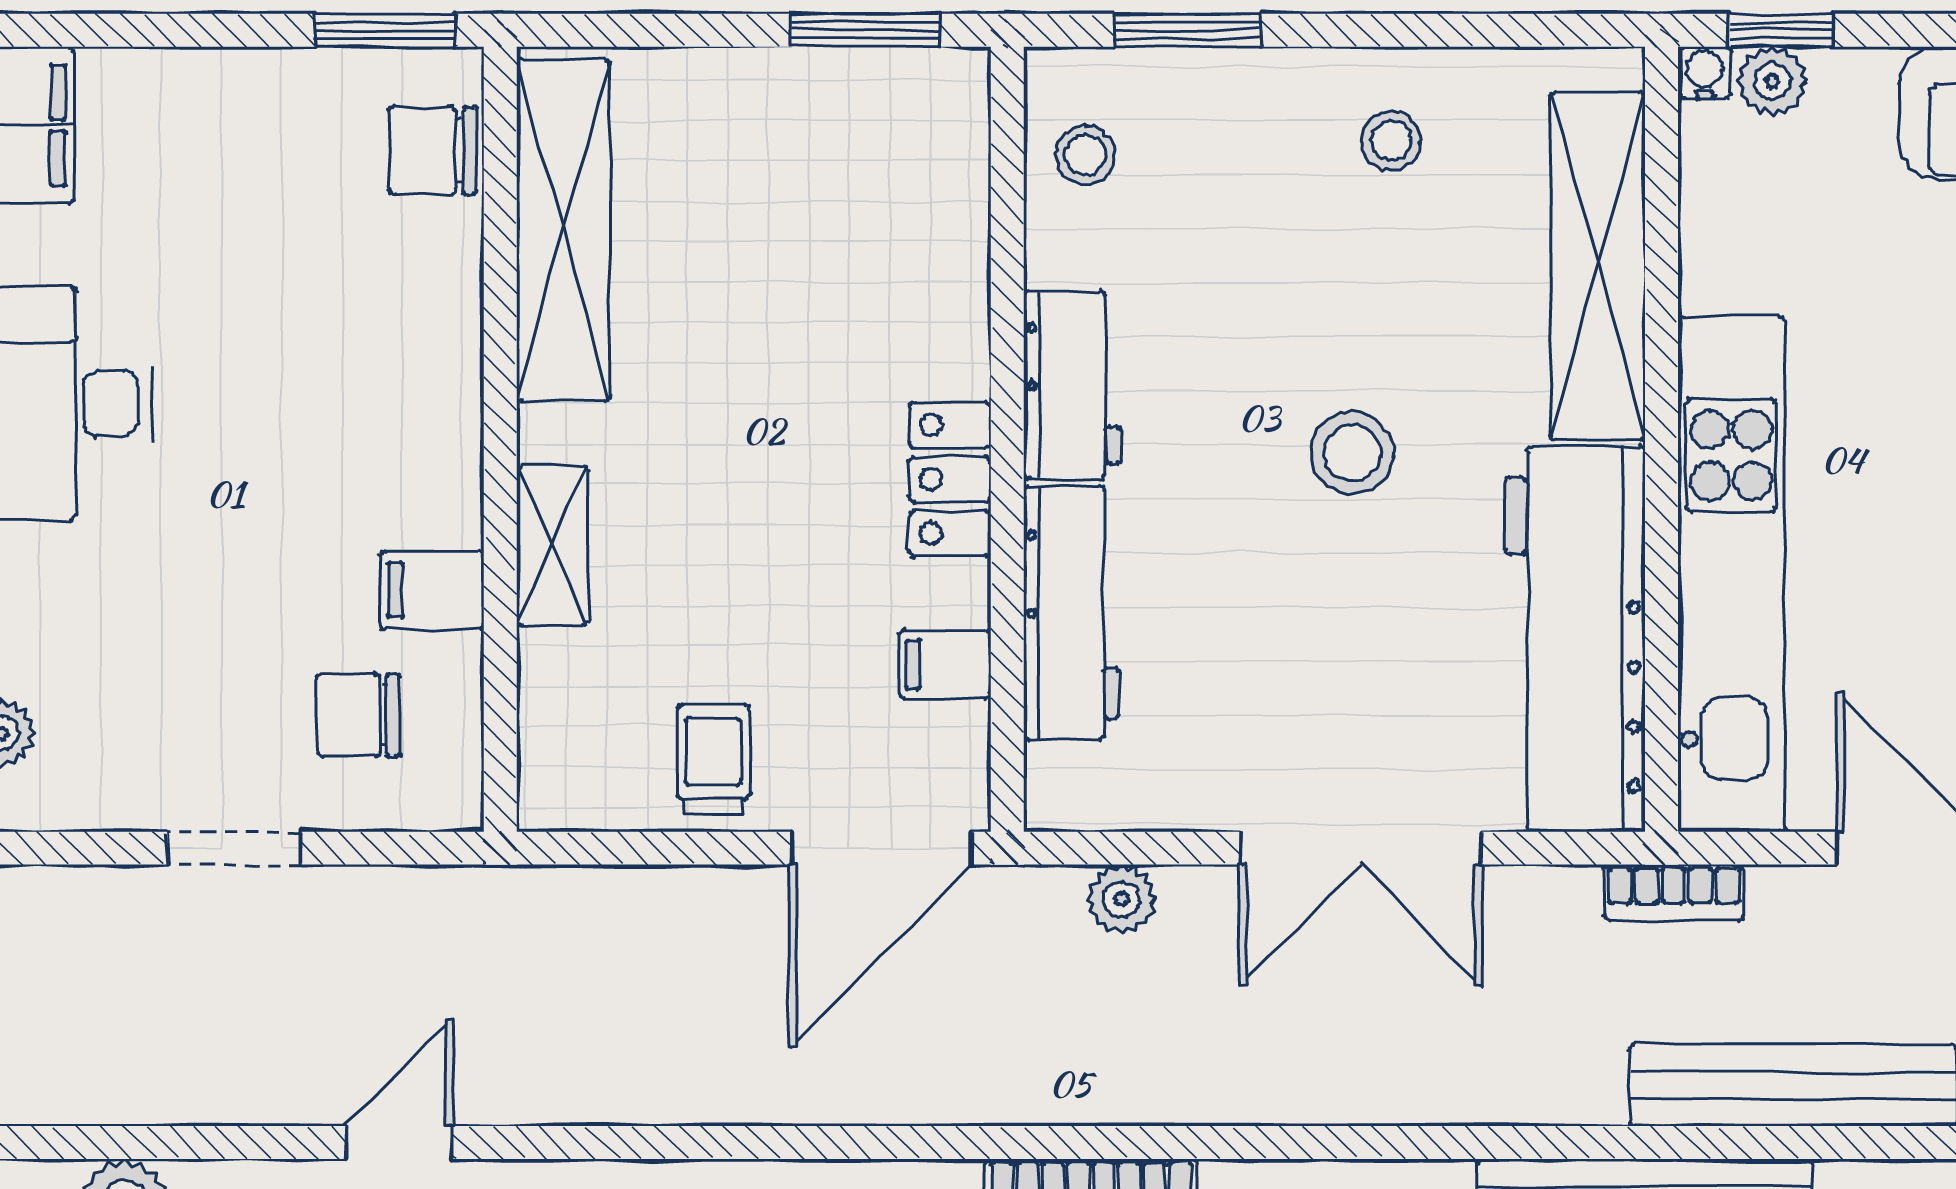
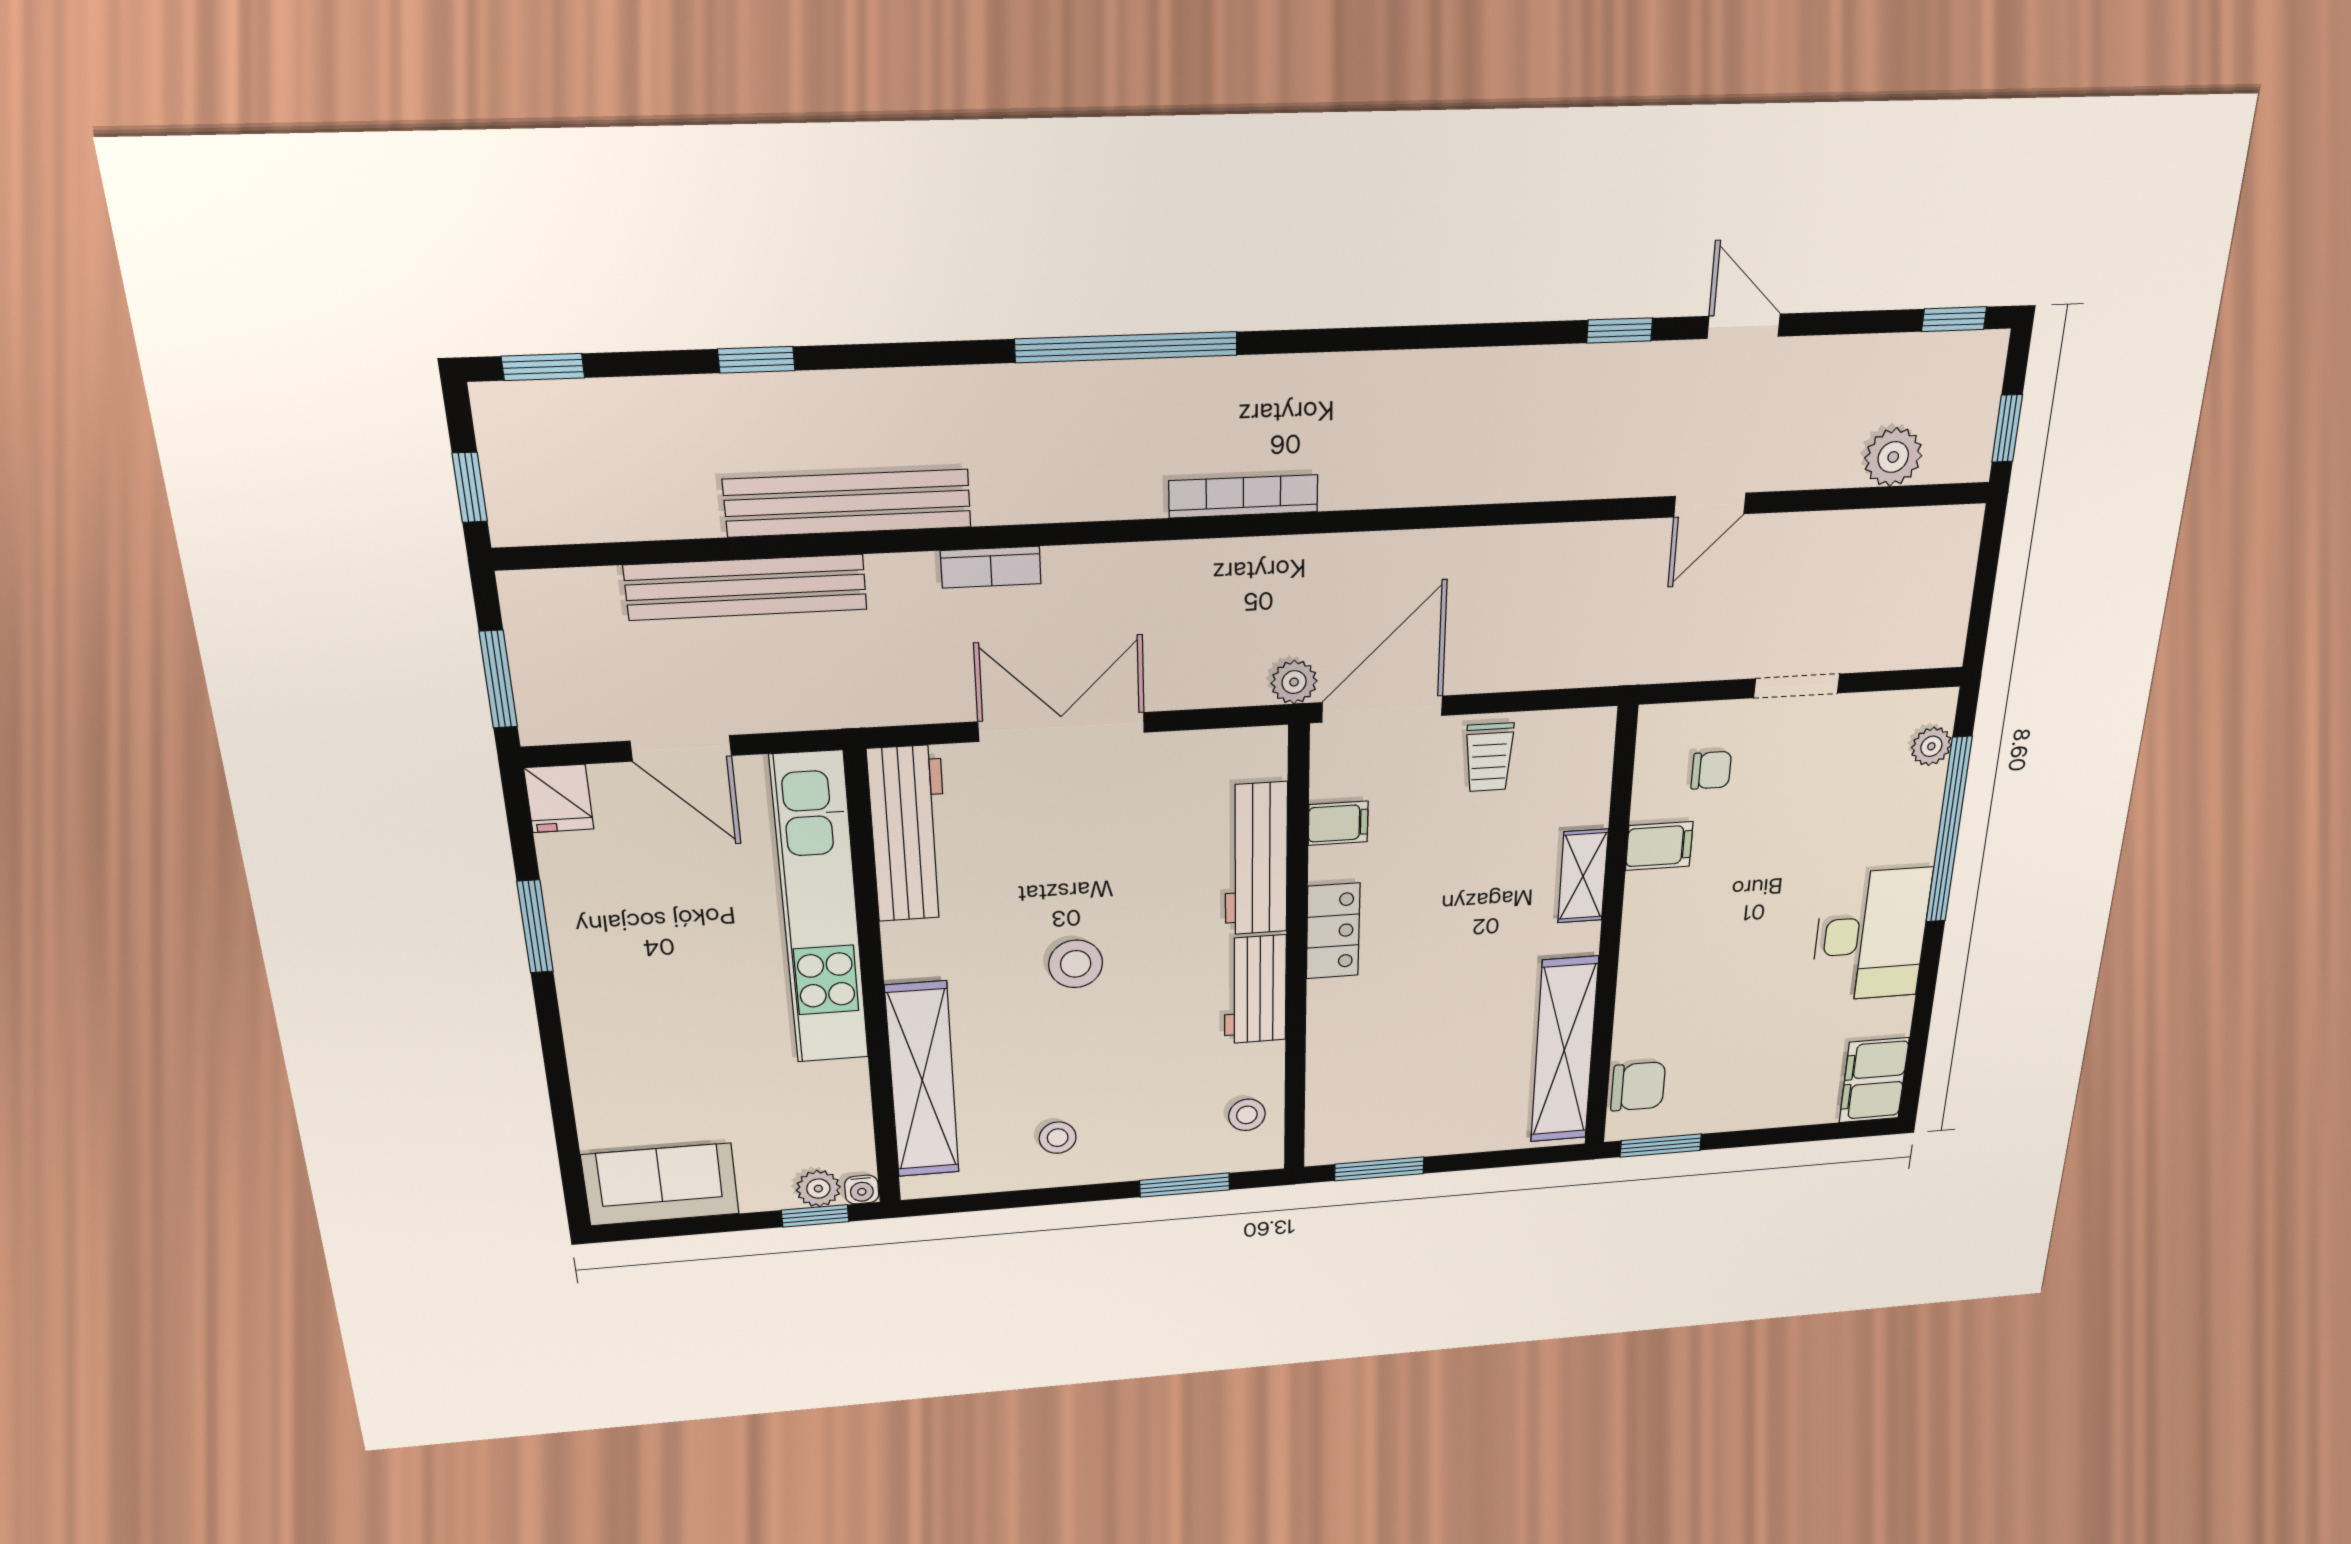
workbench: (1575, 639) -> (909, 834), width x0.73, depth x0.76
chair: (358, 715) -> (1711, 770), width x0.73, depth x0.73
bookcase: (1674, 892) -> (991, 567), moved, turned 180
plant: (1122, 899) -> (1294, 682), moved

